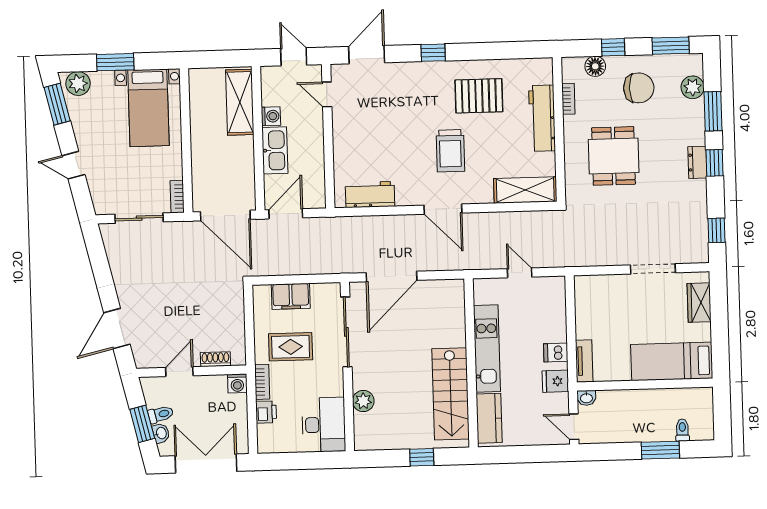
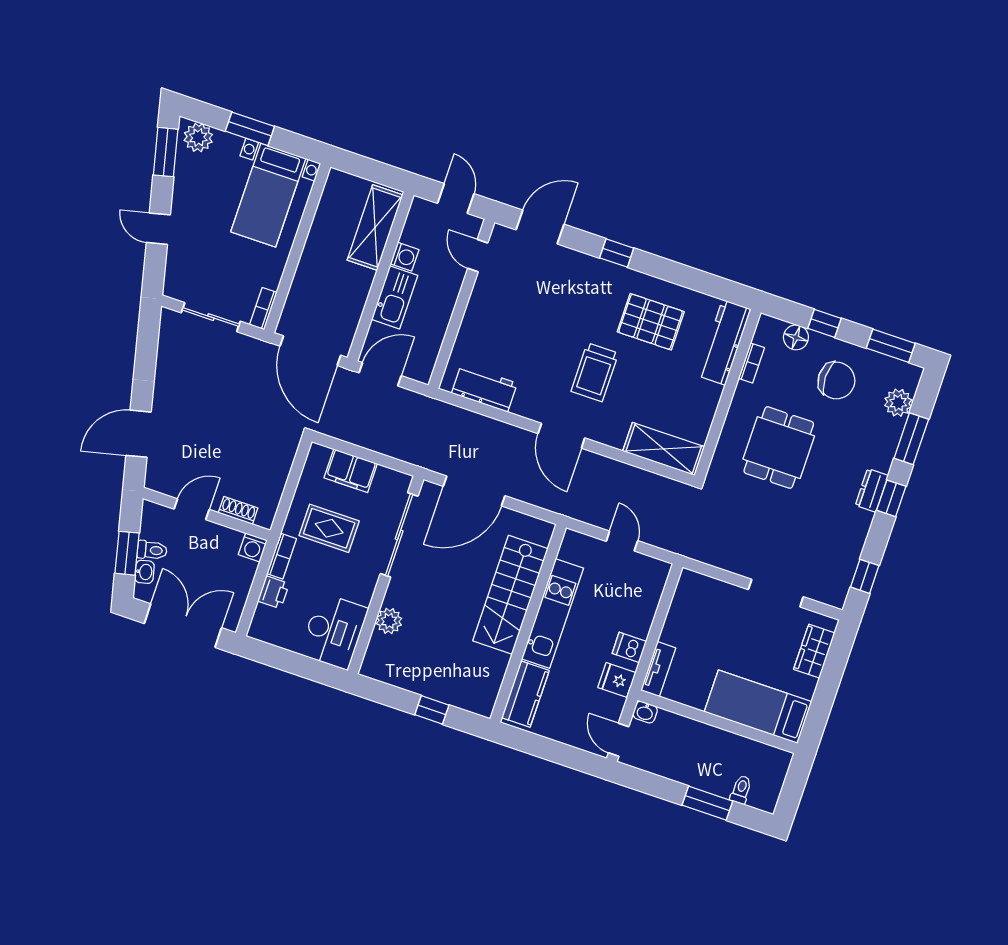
workbench: (542, 118) -> (724, 342), moved
stairs: (451, 394) -> (510, 595), moved

